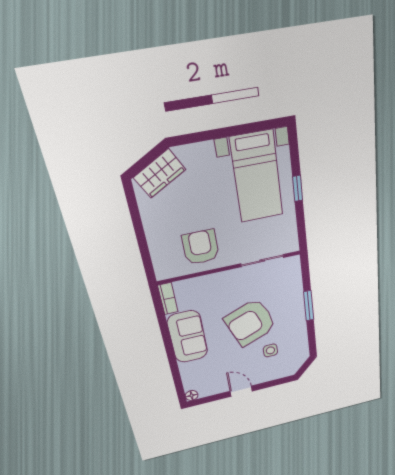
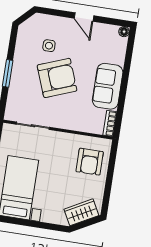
armchair: (201, 247) -> (90, 162), moved

